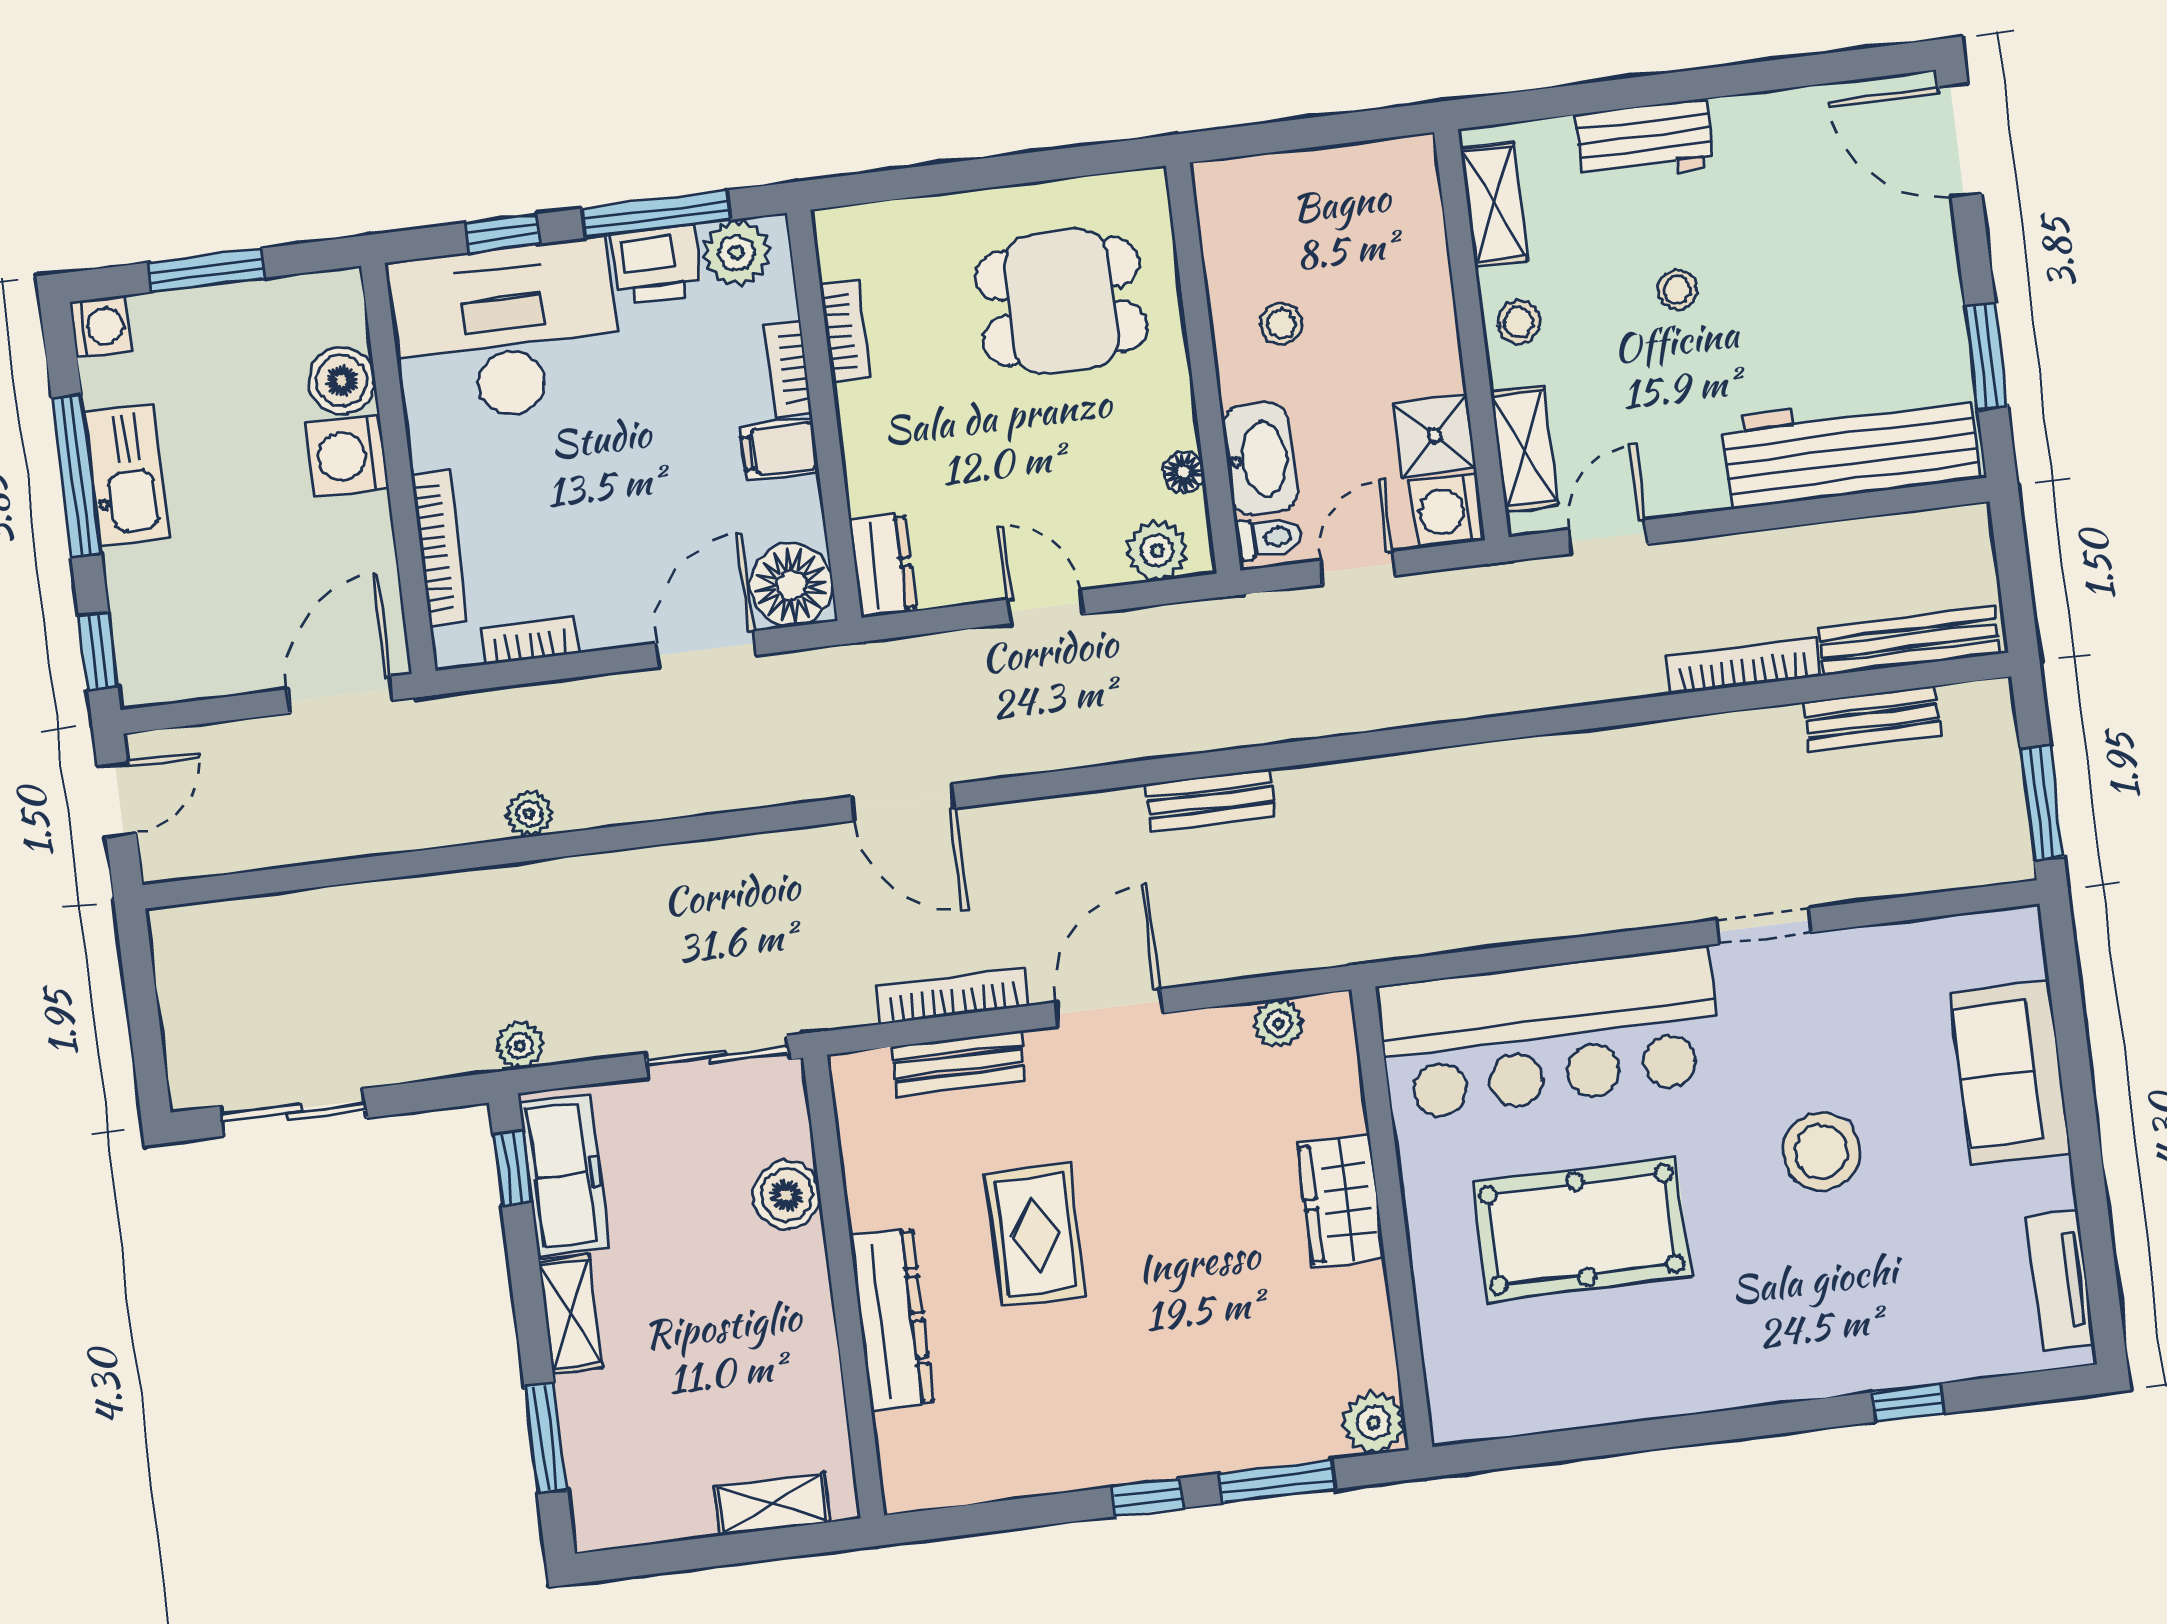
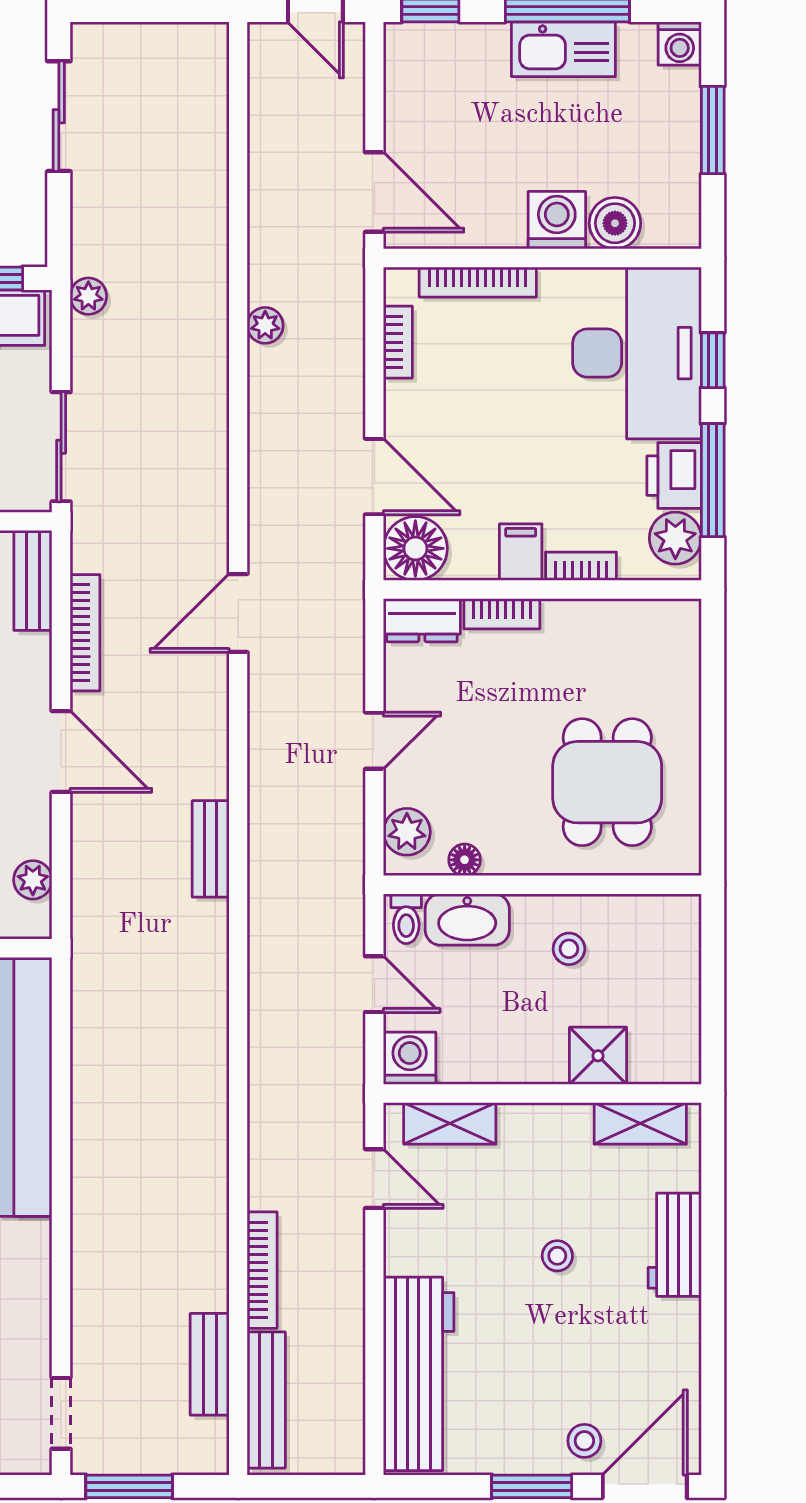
stool: (1519, 322) -> (584, 1441), moved
bookcase: (845, 331) -> (502, 614), moved
window: (1986, 356) -> (532, 1486), moved
shower: (1435, 436) -> (598, 1056), moved
doorway: (1764, 926) -> (61, 1413), moved
bench: (959, 1063) -> (33, 580), moved

